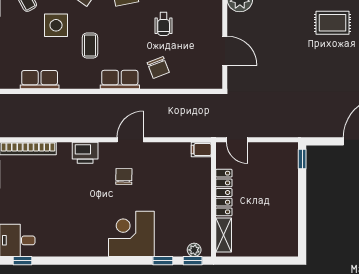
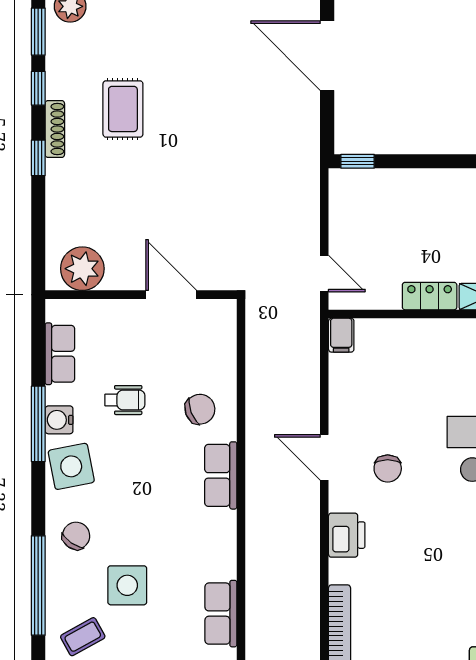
coffee table: (90, 45) -> (162, 527), removed
door: (225, 51) -> (171, 295), hinge flipped
door: (237, 140) -> (324, 273), hinge flipped
chair: (124, 177) -> (388, 468), turned -91
locker: (224, 193) -> (430, 296), width x0.66

